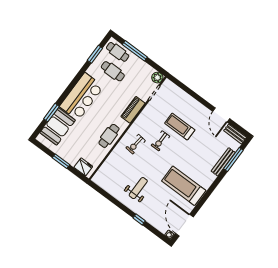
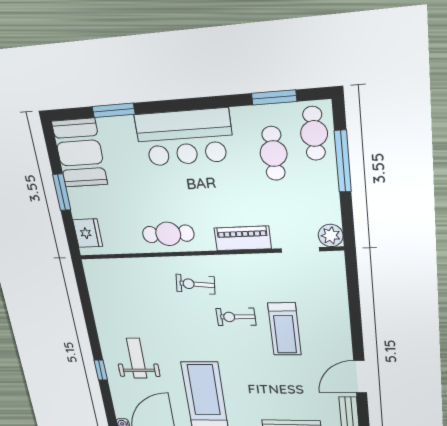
booth: (58, 126) -> (80, 153), moved, turned 90
treadmill: (180, 127) -> (285, 329), turned 180
weight bench: (138, 188) -> (137, 358), moved, turned -90

